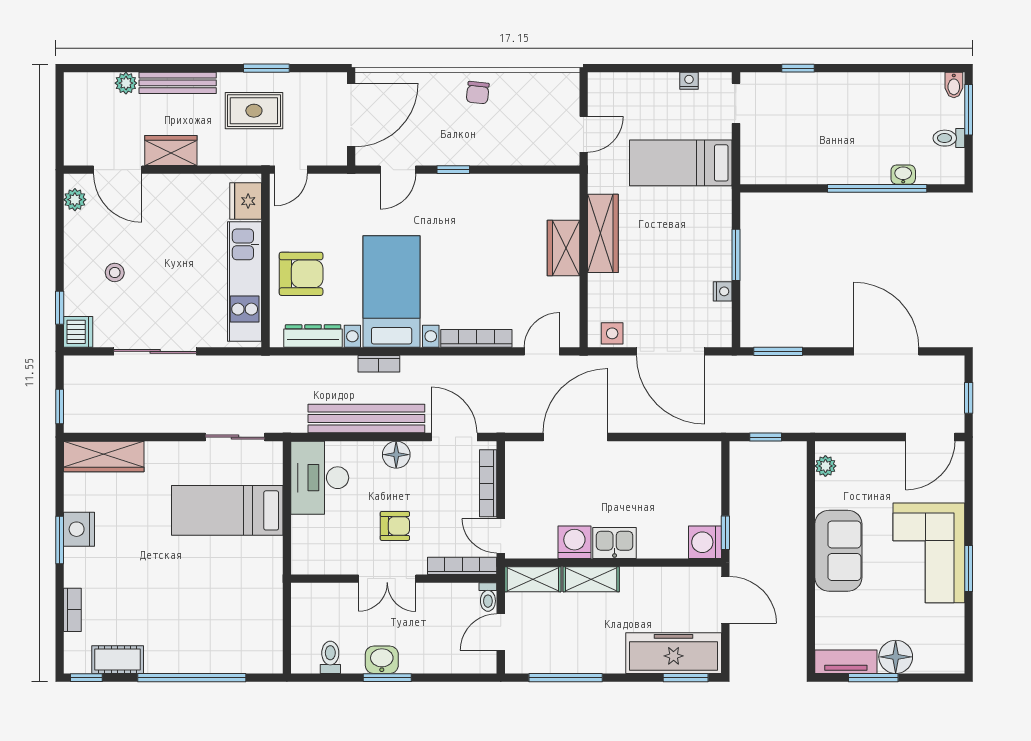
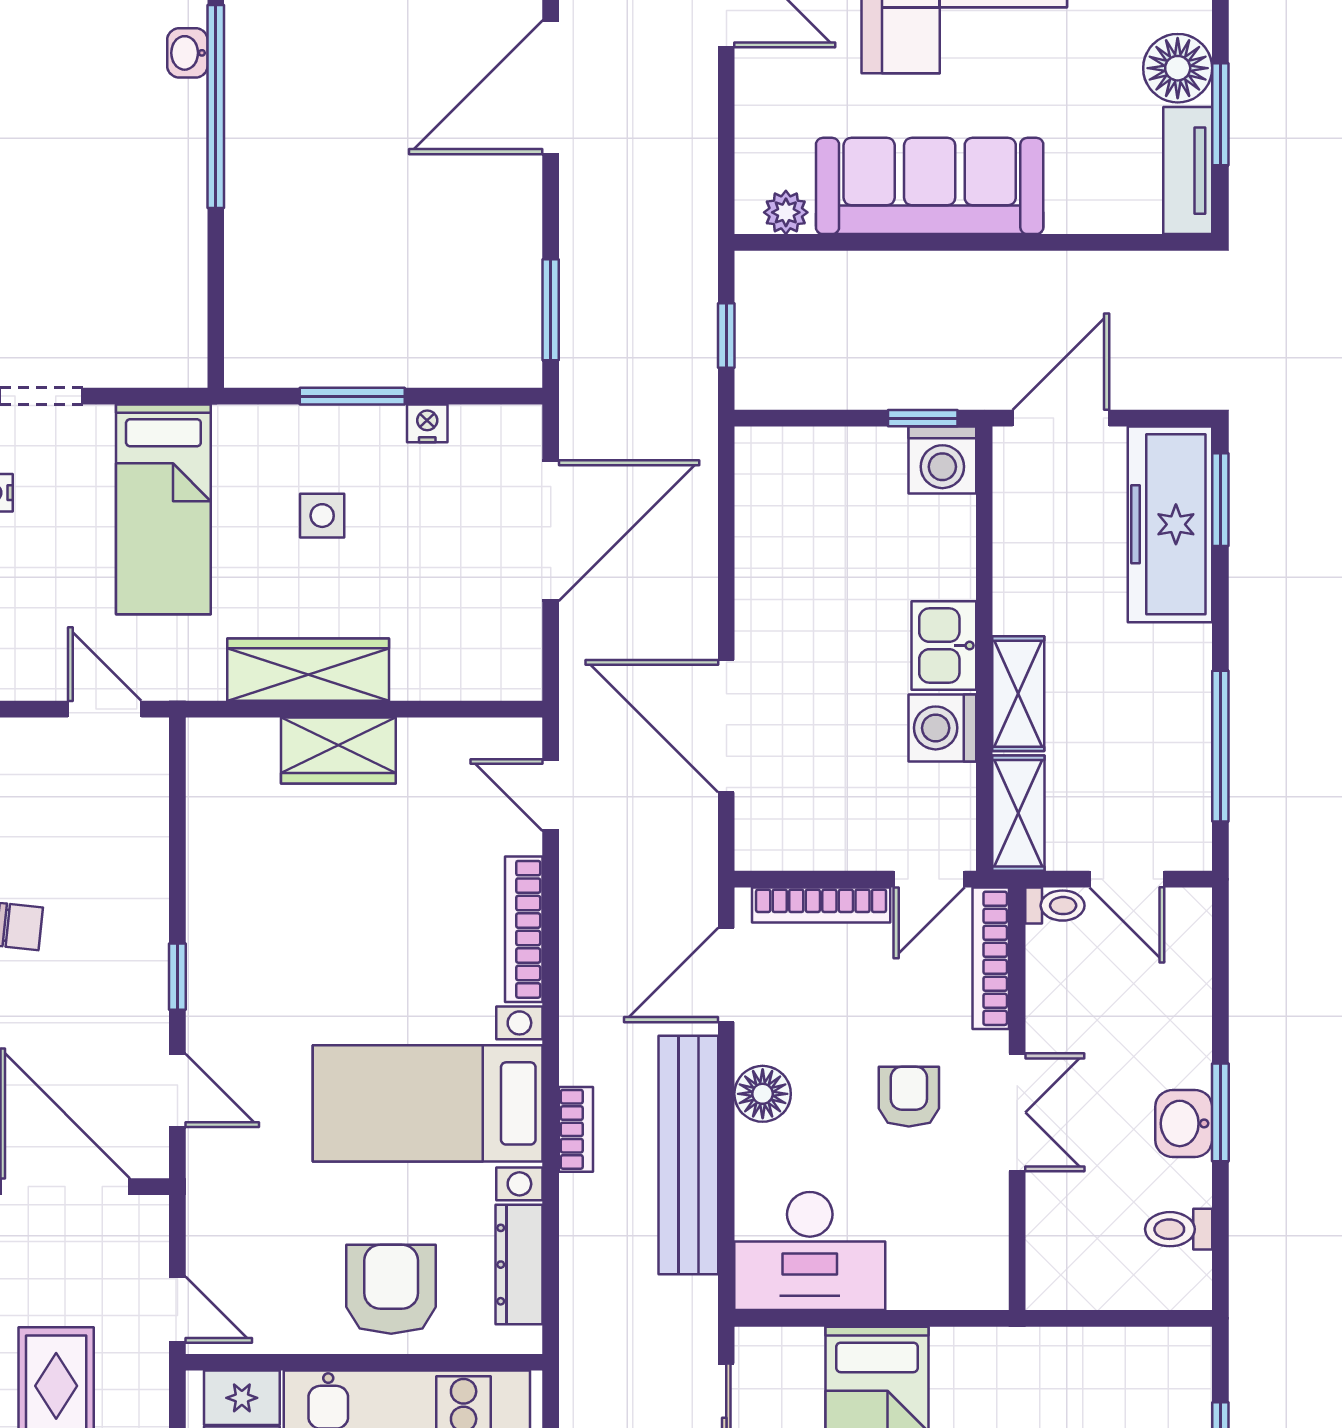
side table: (612, 333) -> (322, 516), moved
sofa: (838, 551) -> (930, 186), width x1.36

